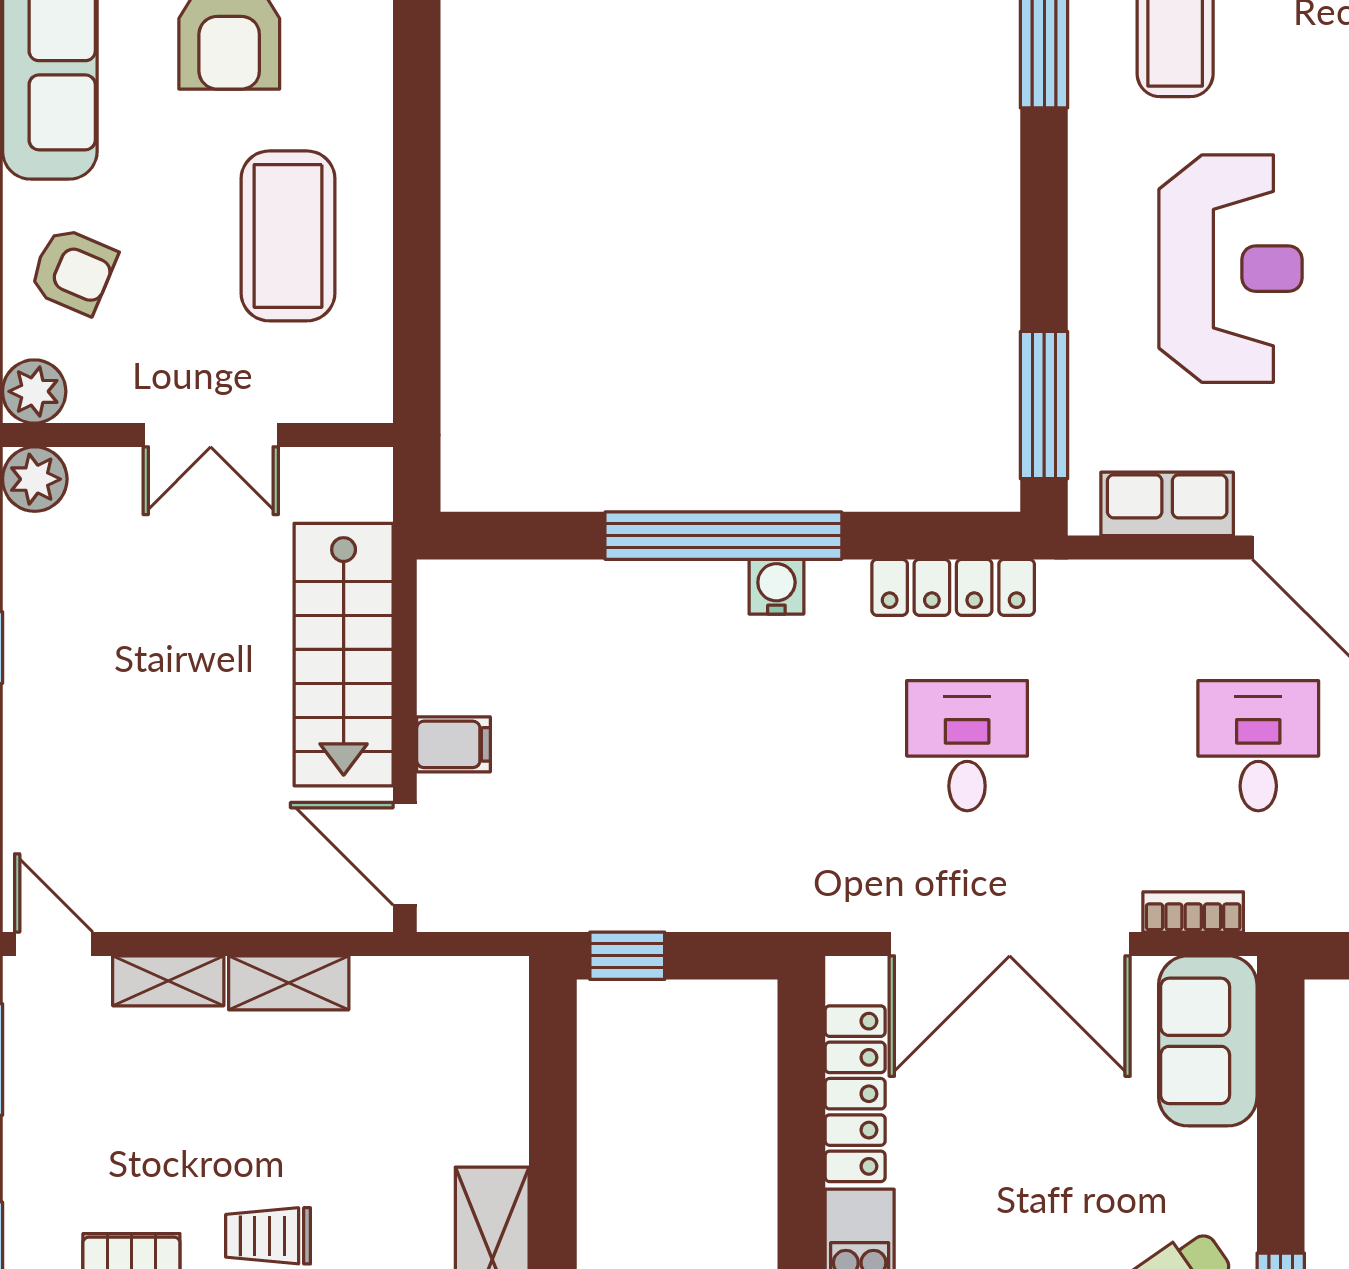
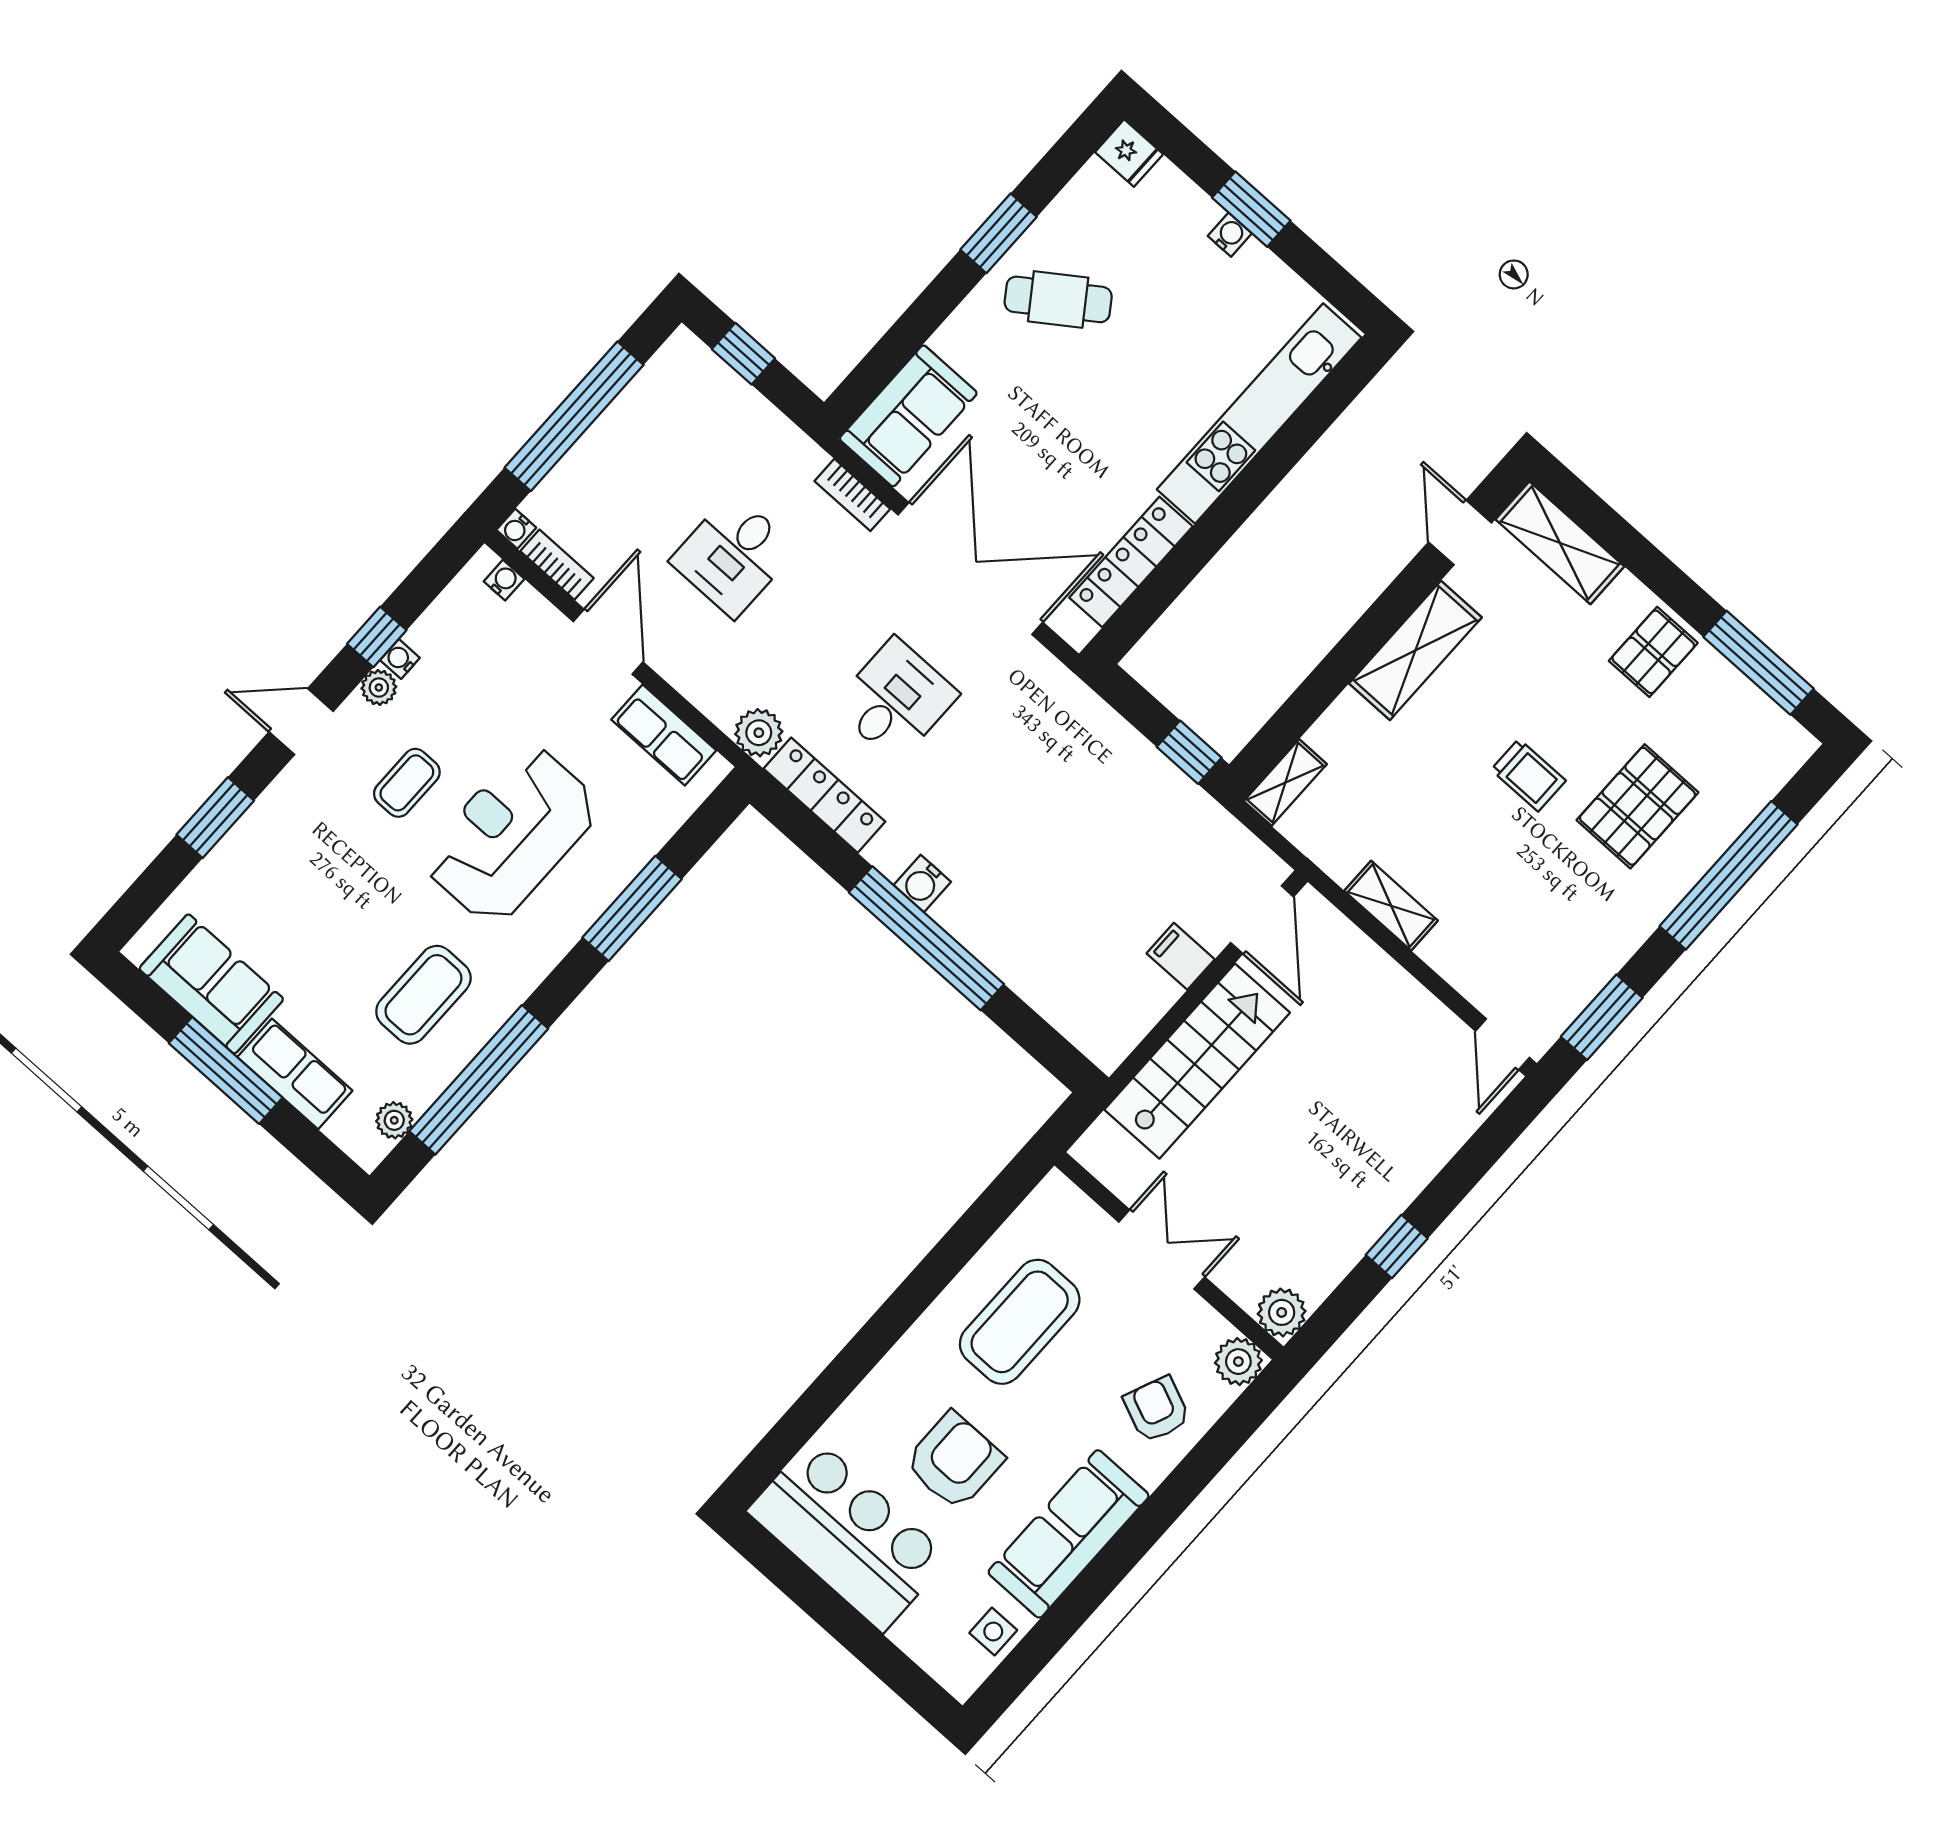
window: (1044, 405) -> (632, 908), moved
plant: (1074, 591) -> (759, 733), added
desk: (967, 746) -> (895, 700), turned 180
shelving: (168, 981) -> (1285, 783), moved, turned 90

